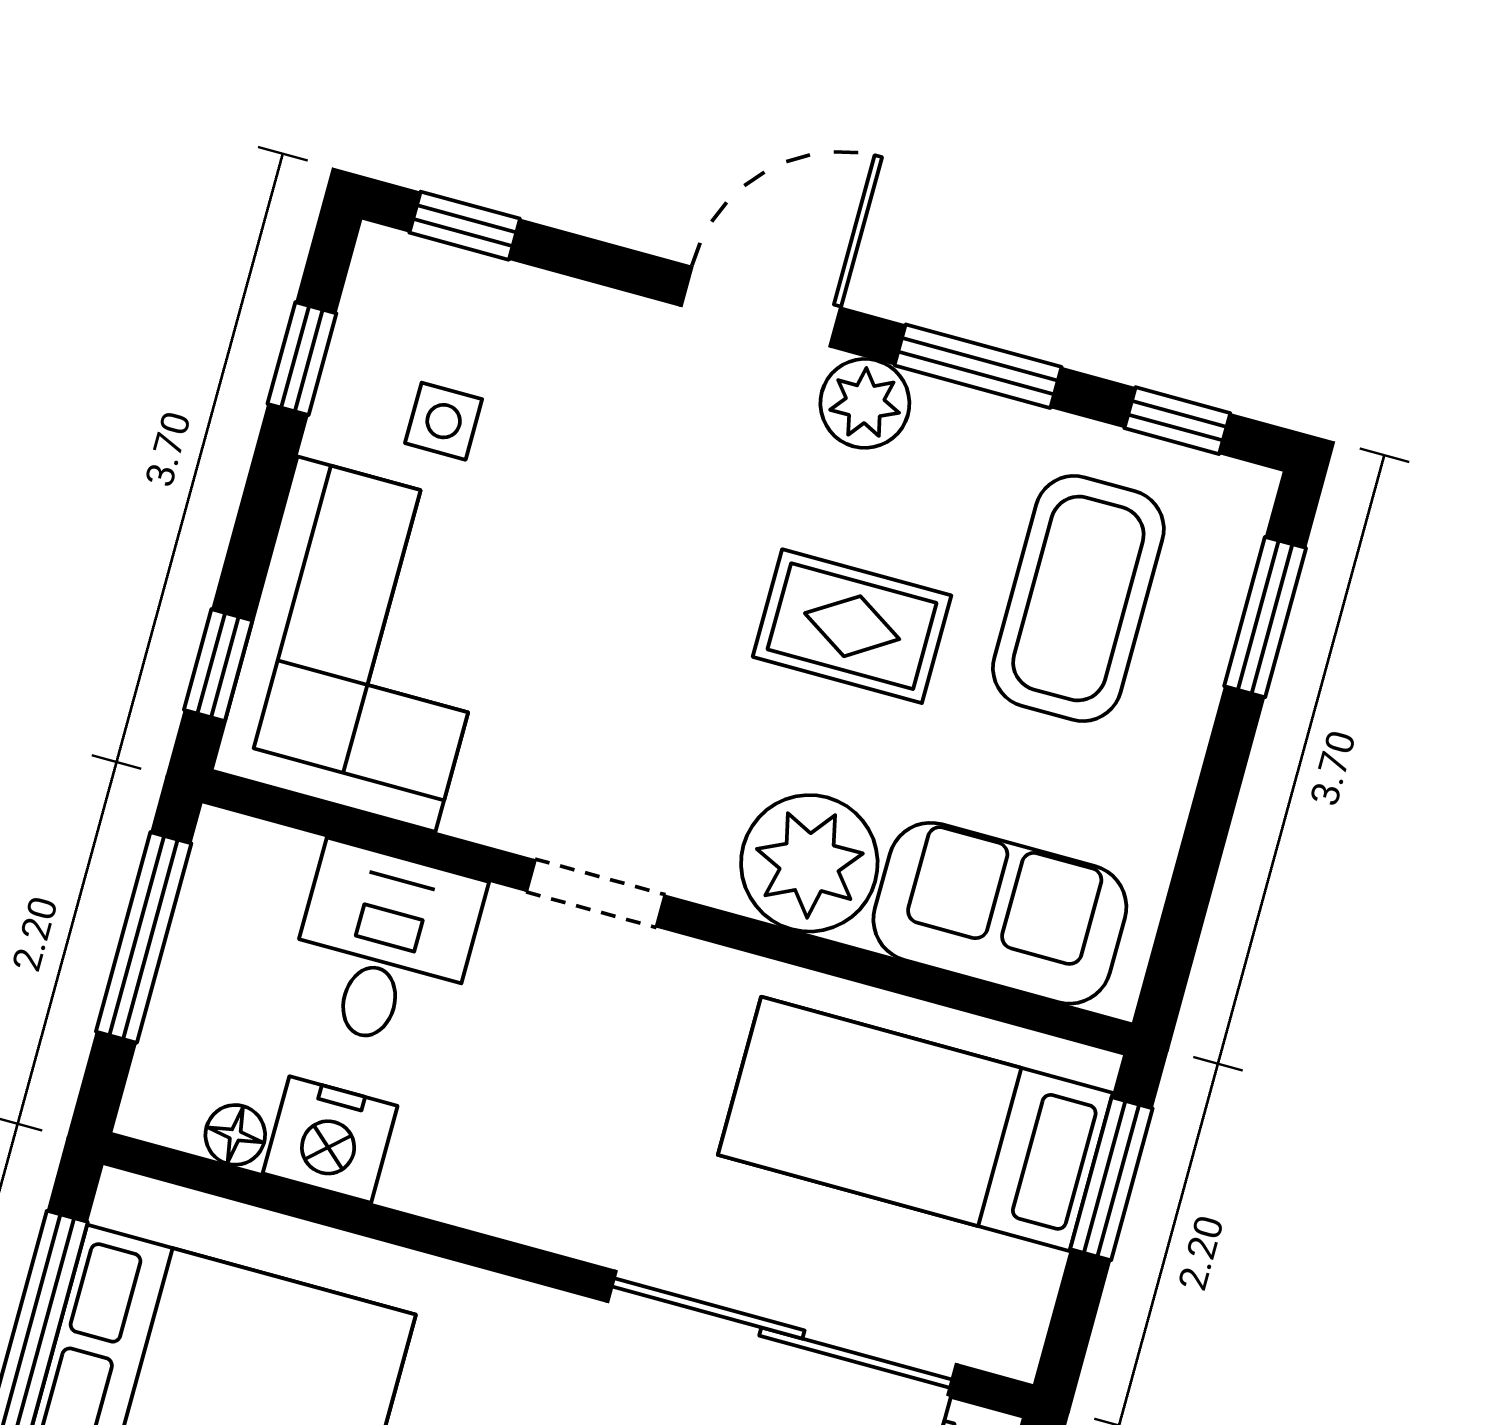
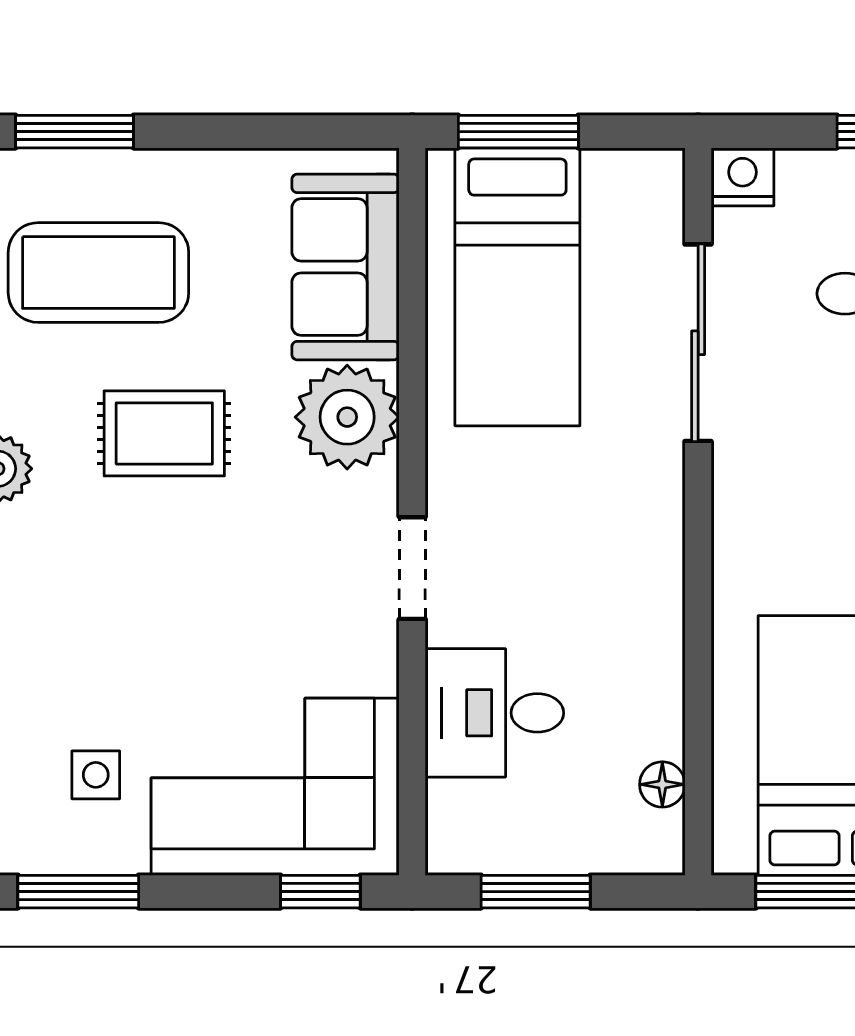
window: (302, 359) -> (78, 892), width x1.50
rug: (852, 626) -> (164, 433), turned 90
window: (144, 937) -> (536, 892), width x0.69
nightstand: (330, 1140) -> (647, 714), removed
sliding door: (782, 1333) -> (698, 343), width x0.73

